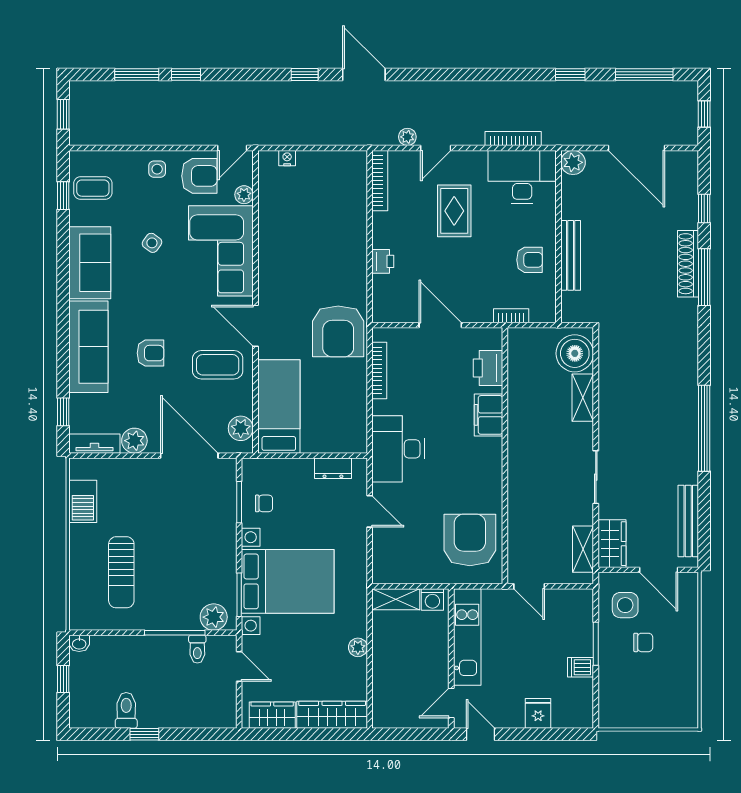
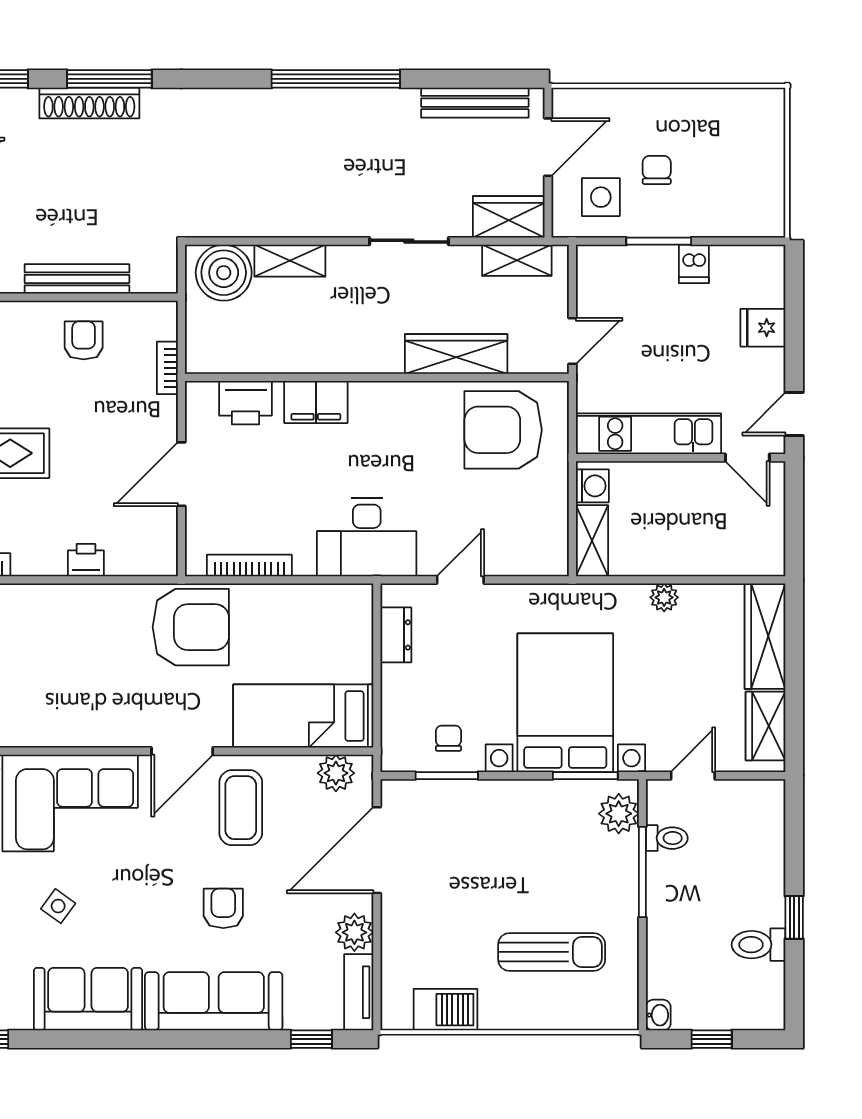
wardrobe: (520, 509) -> (456, 354), added

